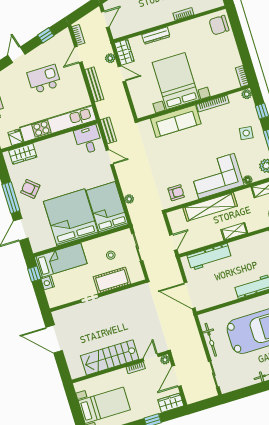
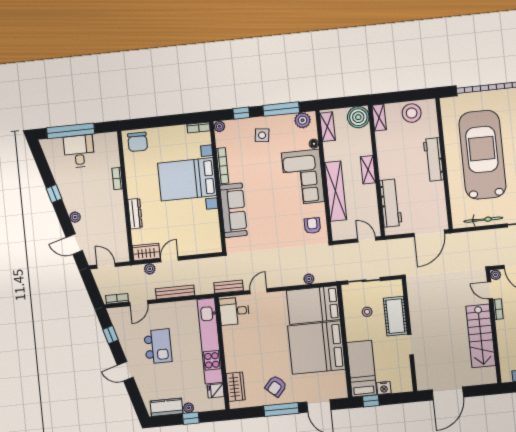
door: (78, 55) -> (139, 303), hinge flipped
kitchen island: (44, 79) -> (158, 346), turned 180
bed with nightstands: (176, 81) -> (187, 179), moved

